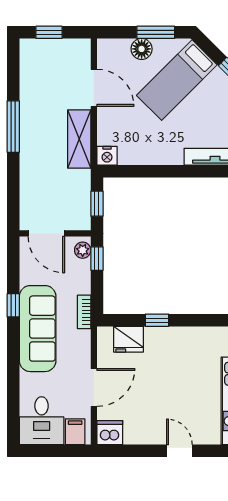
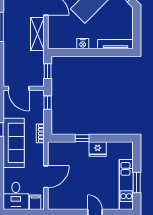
nightstand: (107, 156) -> (83, 44), moved
plant: (83, 250) -> (39, 98), removed
fridge: (129, 339) -> (98, 149), moved
dishwasher: (110, 433) -> (55, 203), removed

